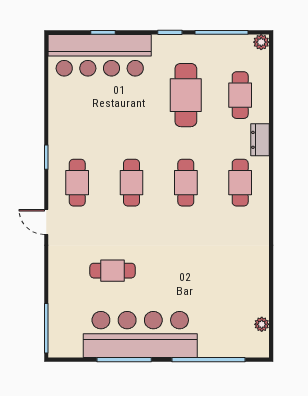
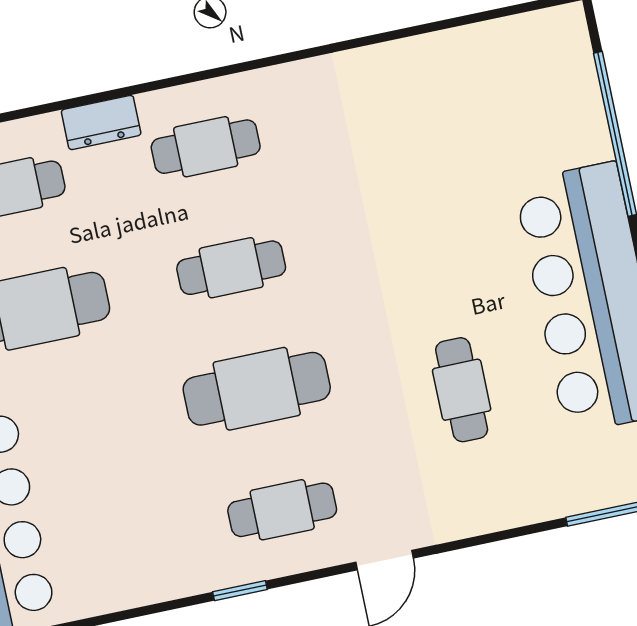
cafe table: (131, 183) -> (257, 389), width x1.37, depth x1.35
plant: (262, 324) -> (511, 32), removed

